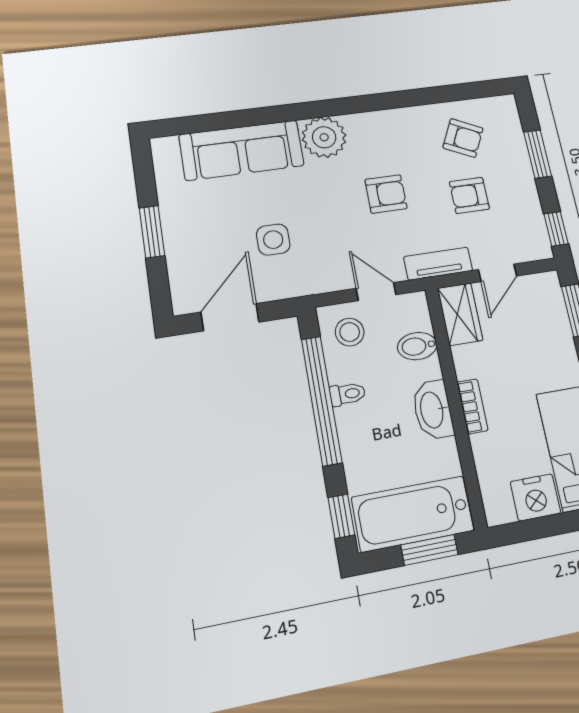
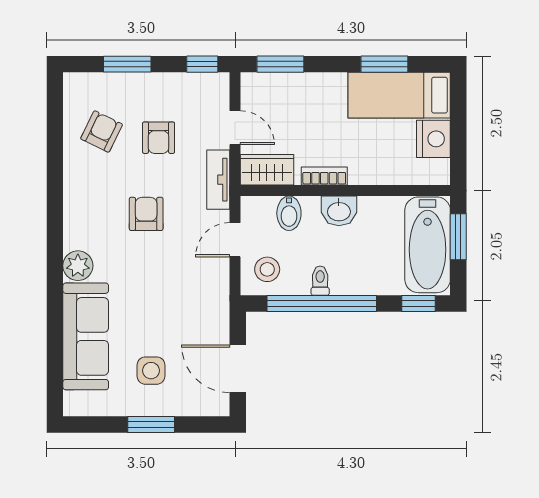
plant: (324, 137) -> (78, 266), width x0.73, depth x0.73
side table: (273, 240) -> (151, 371), moved
bookcase: (472, 406) -> (324, 176), moved
washbasin: (433, 410) -> (339, 211), width x0.72

